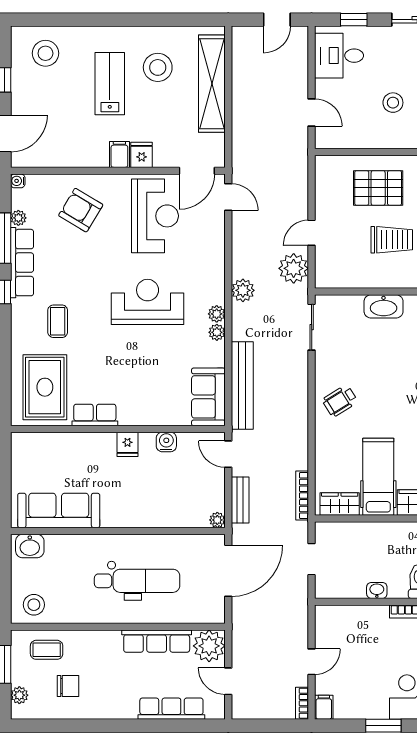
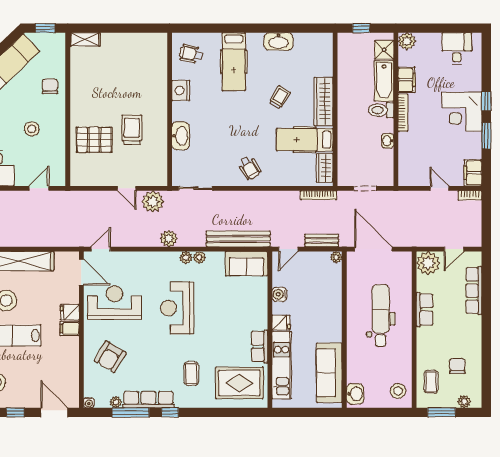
pallet: (378, 188) -> (94, 140), turned 90
coffee table: (58, 321) -> (191, 374), turned 90
kitchen unit: (69, 445) -> (282, 365), added
row of seats: (157, 641) -> (425, 310), width x0.68
filing cabinet: (324, 707) -> (473, 173), width x2.00

